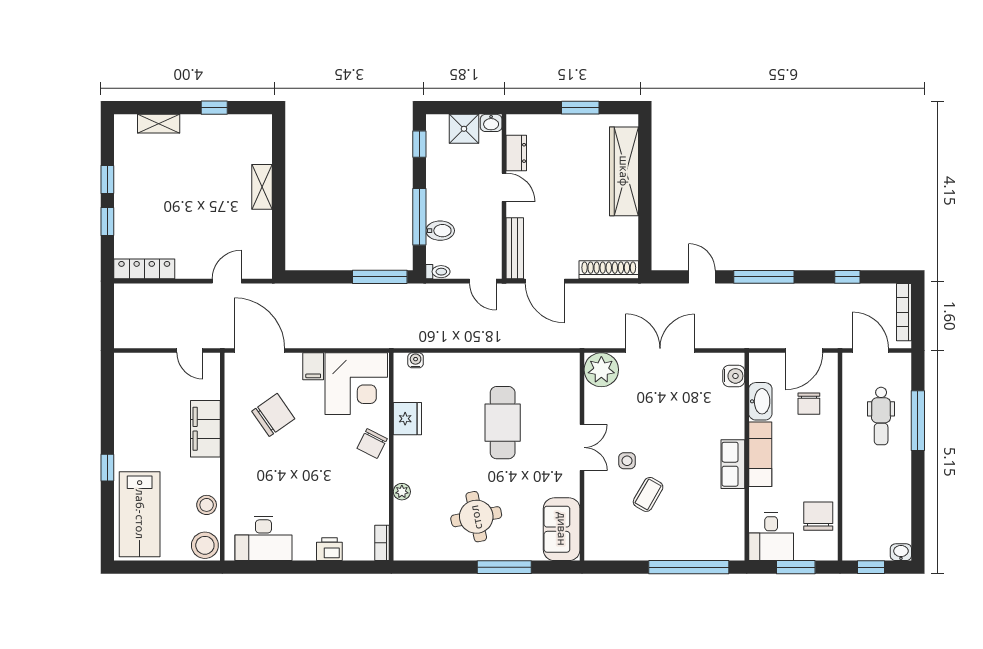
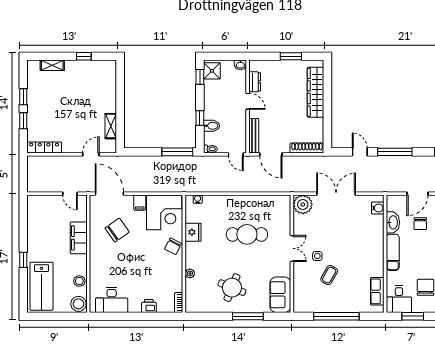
shower: (464, 129) -> (212, 71), moved
shelving: (262, 187) -> (111, 126), moved
window: (419, 217) -> (200, 118), width x0.46
cafe table: (503, 423) -> (247, 234), turned 90
row of seats: (733, 464) -> (377, 291), moved
round table: (476, 517) -> (232, 288), turned 33
window: (689, 567) -> (336, 316), moved

